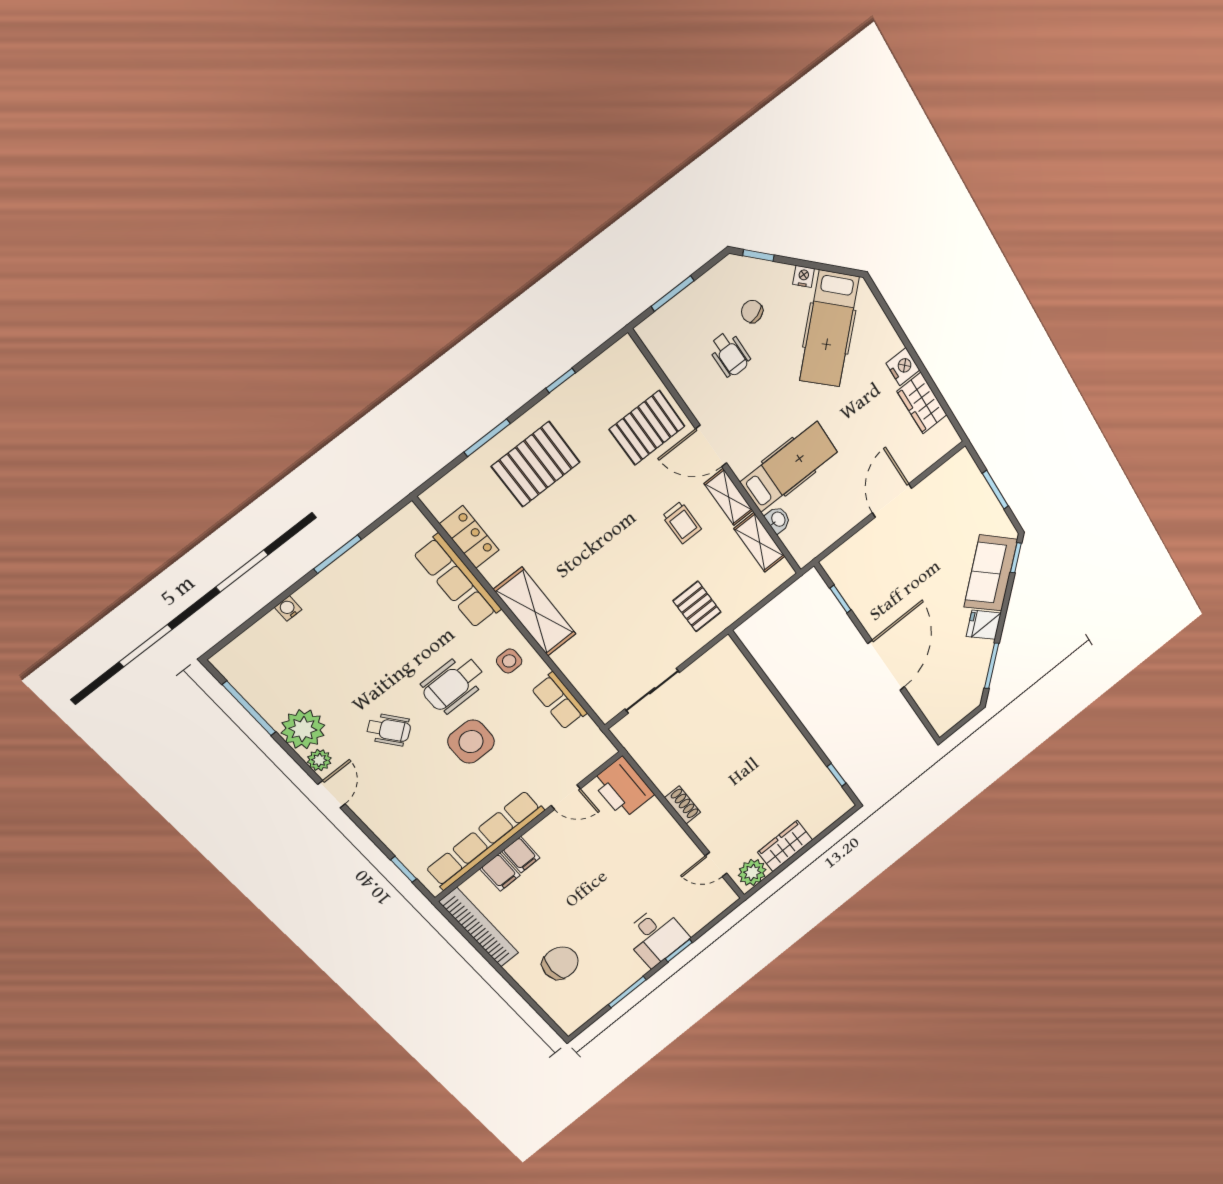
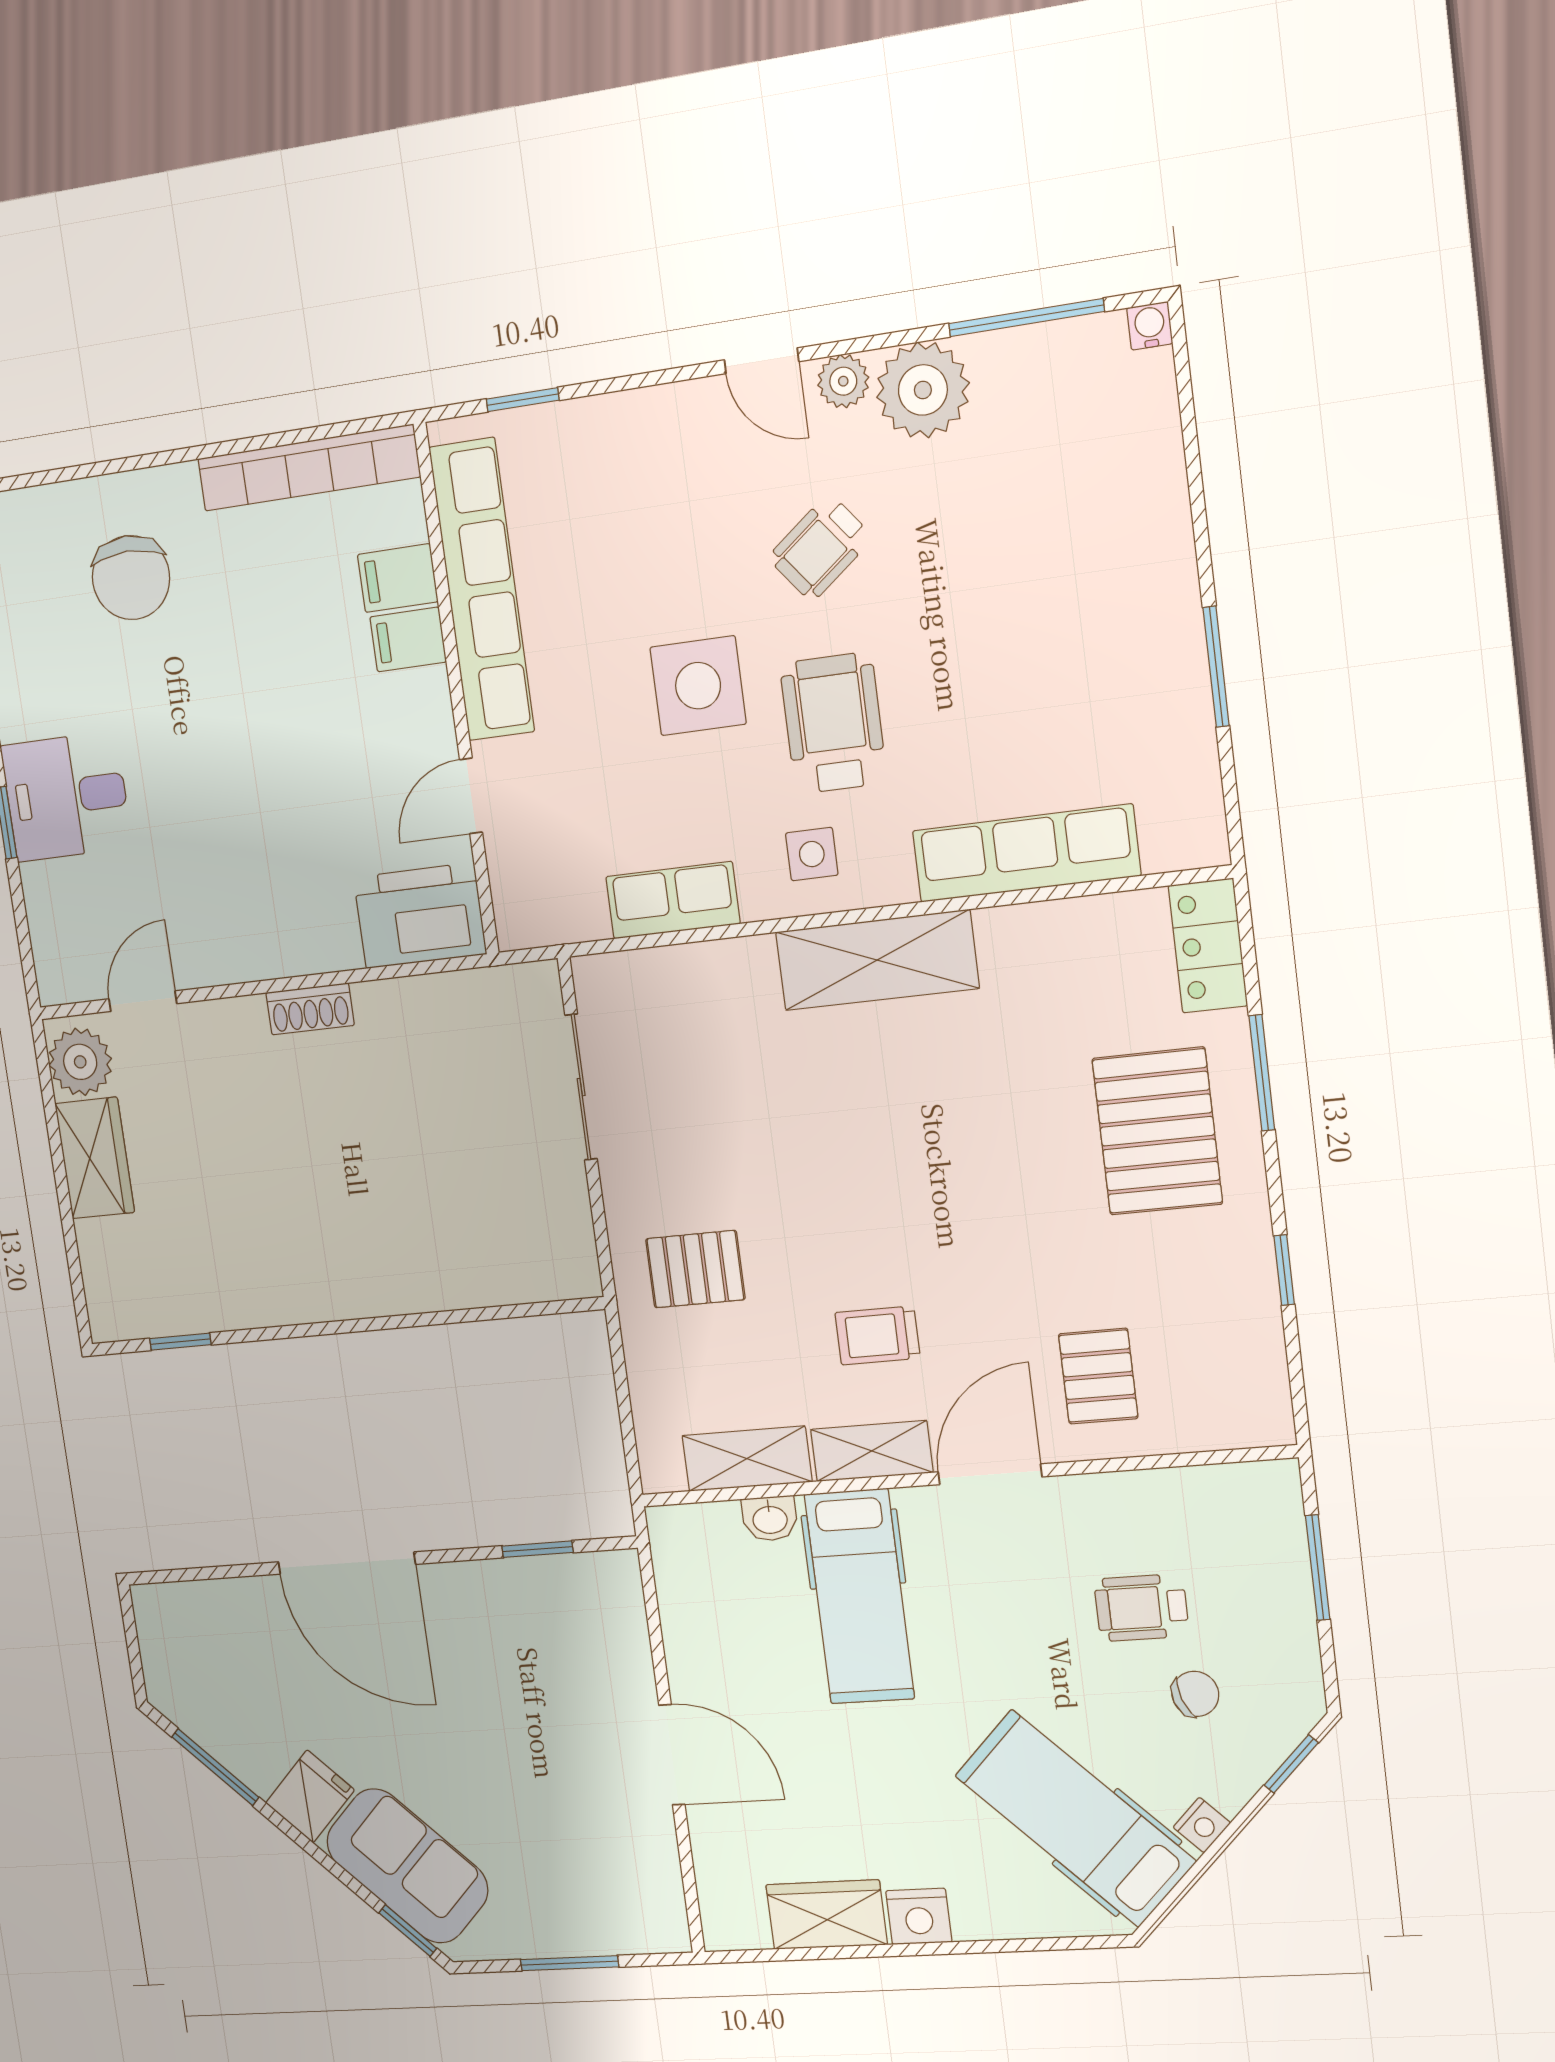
pallet: (647, 428) -> (1098, 1376), width x0.67, depth x0.71
locker: (469, 537) -> (1208, 946), moved, turned 90
water cooler: (288, 609) -> (1150, 326), moved, turned -90

